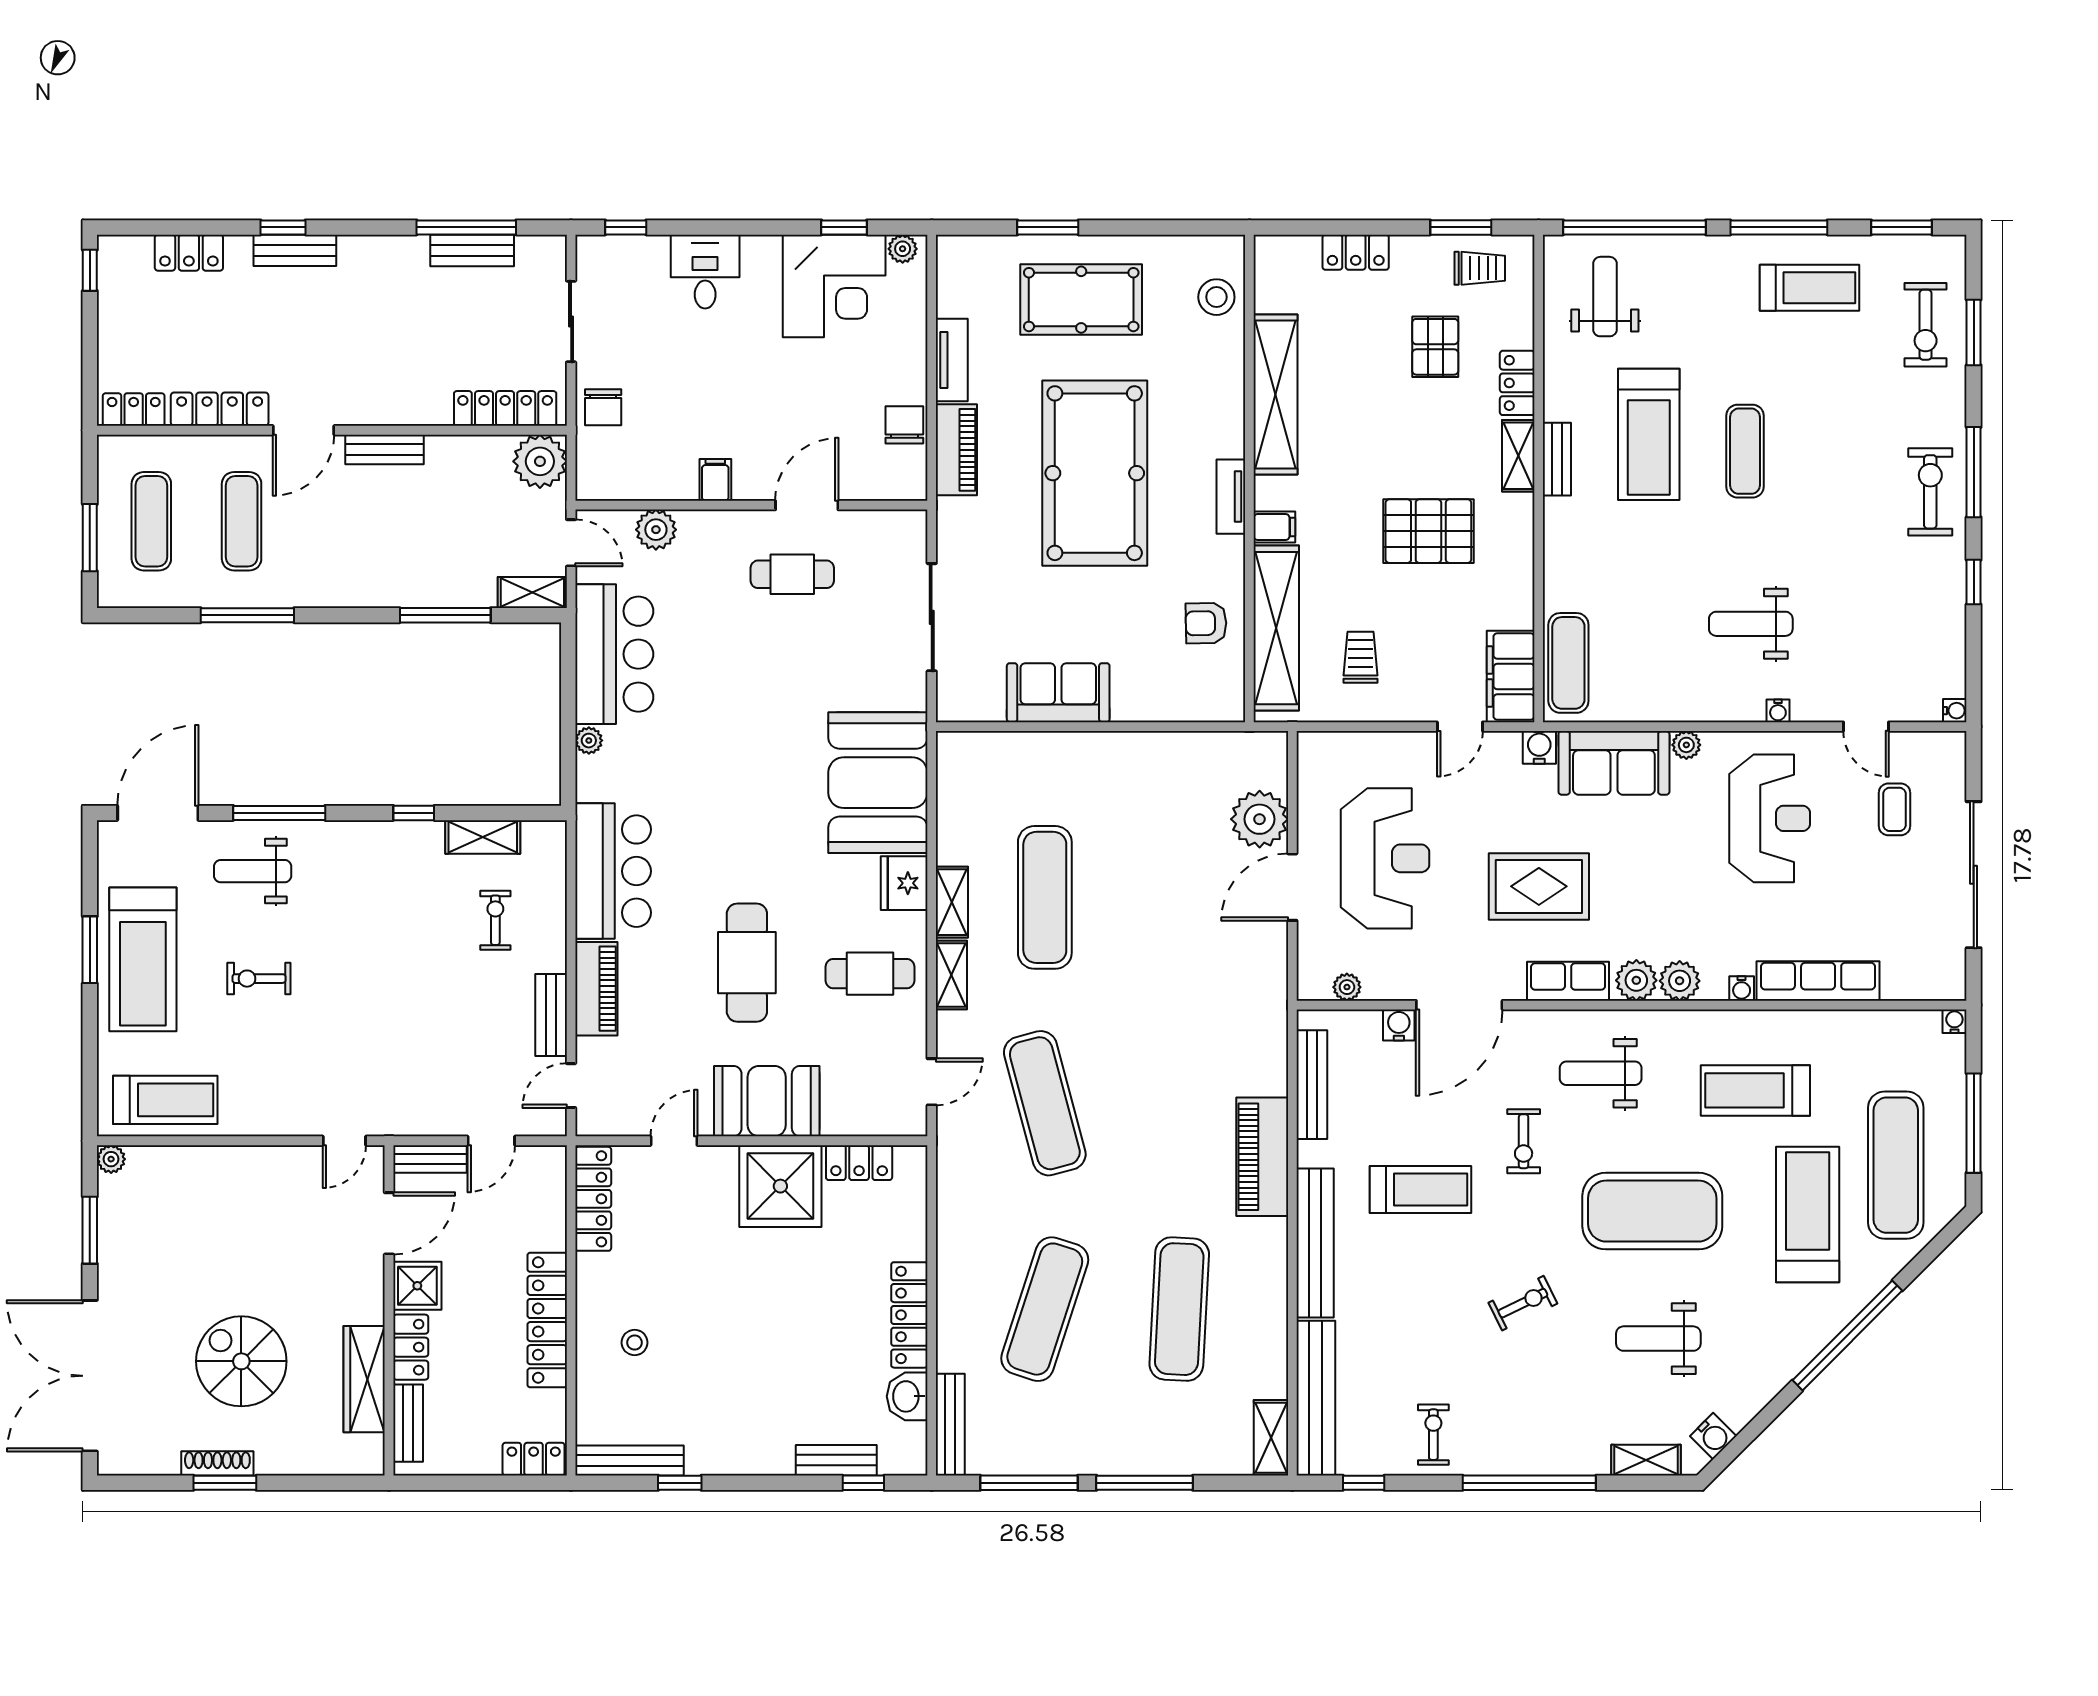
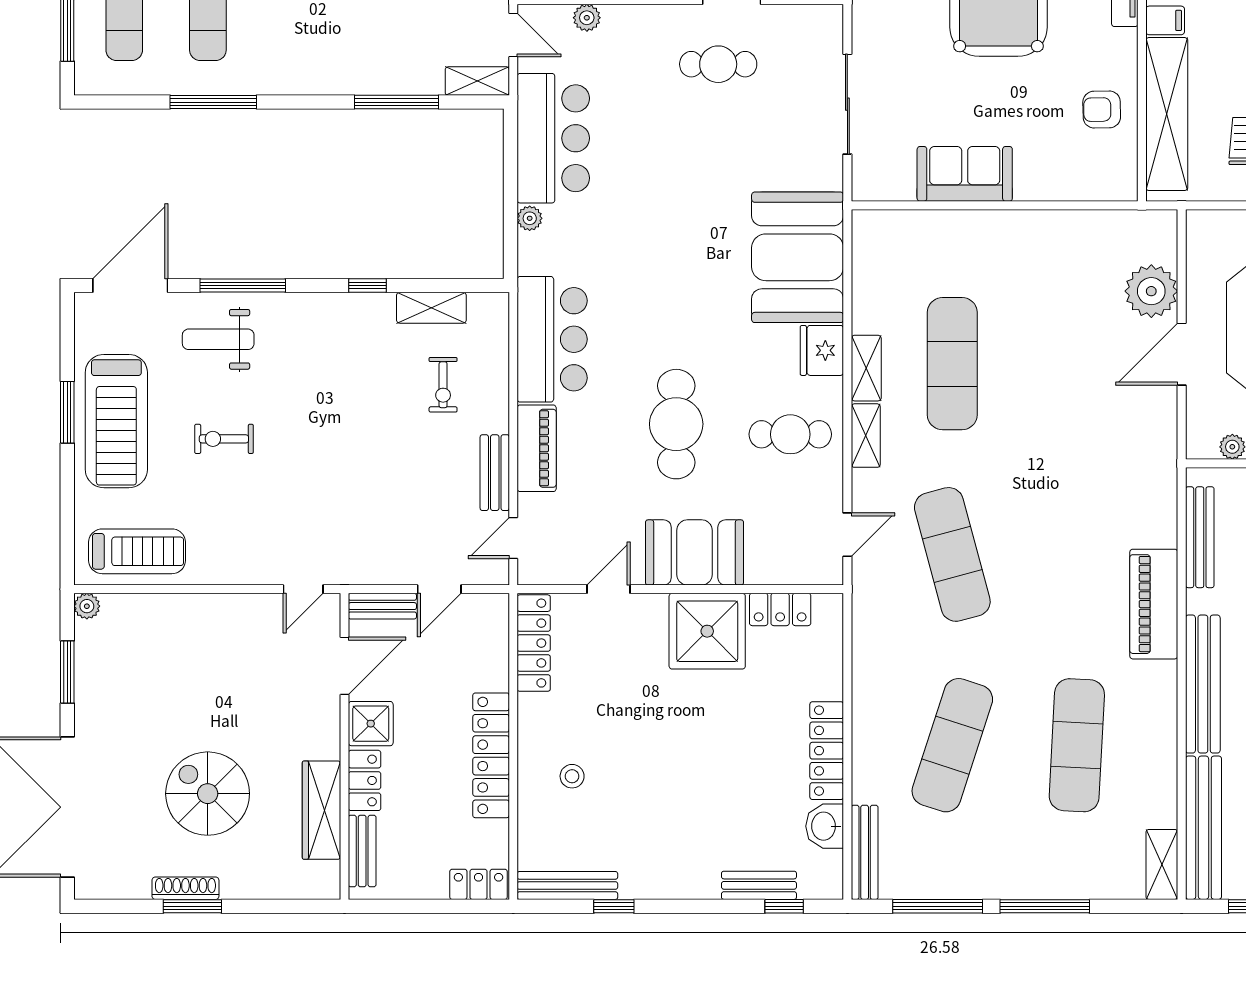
plant: (656, 530) -> (587, 18), width x0.73, depth x0.73
exercise bike: (495, 920) -> (443, 385), turned 180

